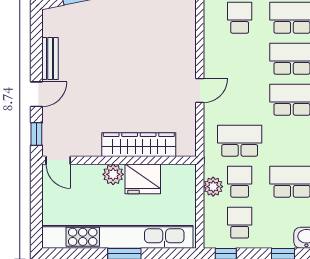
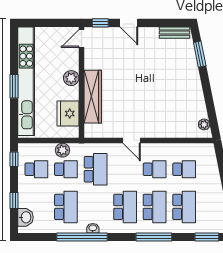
bench: (50, 59) -> (174, 33), moved
school desk: (240, 59) -> (155, 169), added
fridge: (143, 179) -> (68, 114), moved

